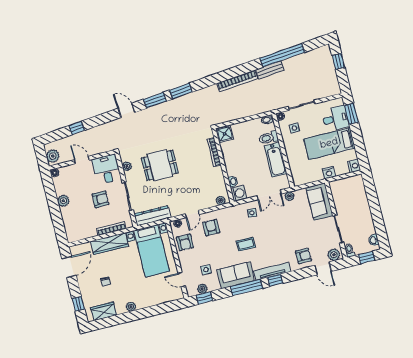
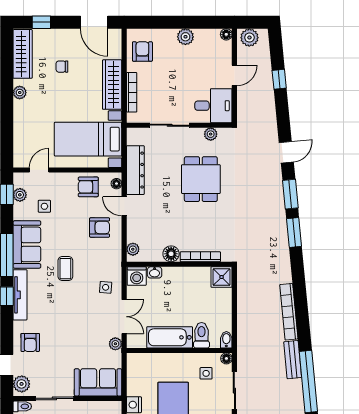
floor lamp: (217, 173) -> (171, 254), added
double door: (269, 195) -> (124, 317), swing flipped
armchair: (100, 199) -> (142, 51), moved, turned 180
dresser: (153, 216) -> (135, 170), moved
wardrobe: (104, 311) -> (23, 54), width x1.50

